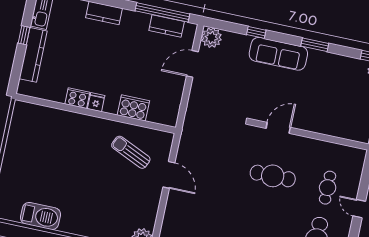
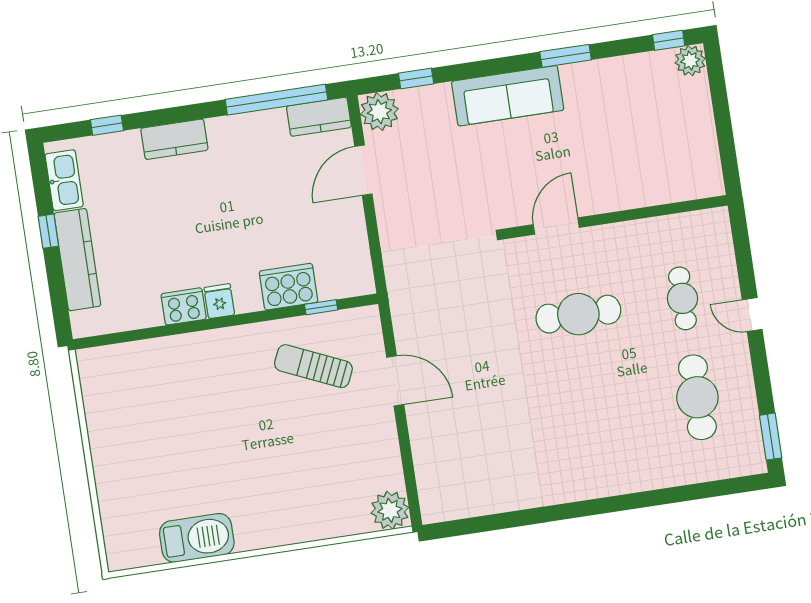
kitchen counter: (167, 26) -> (319, 117), moved
window: (256, 32) -> (416, 78), moved
window: (146, 124) -> (321, 307), added

